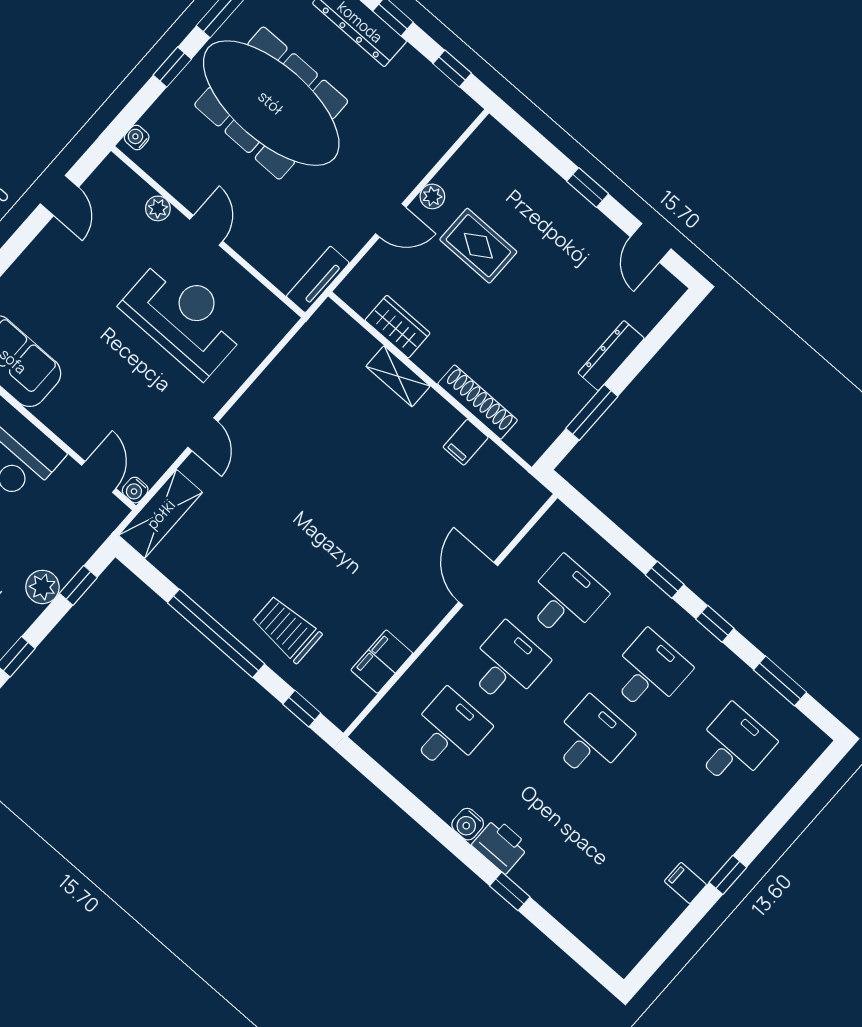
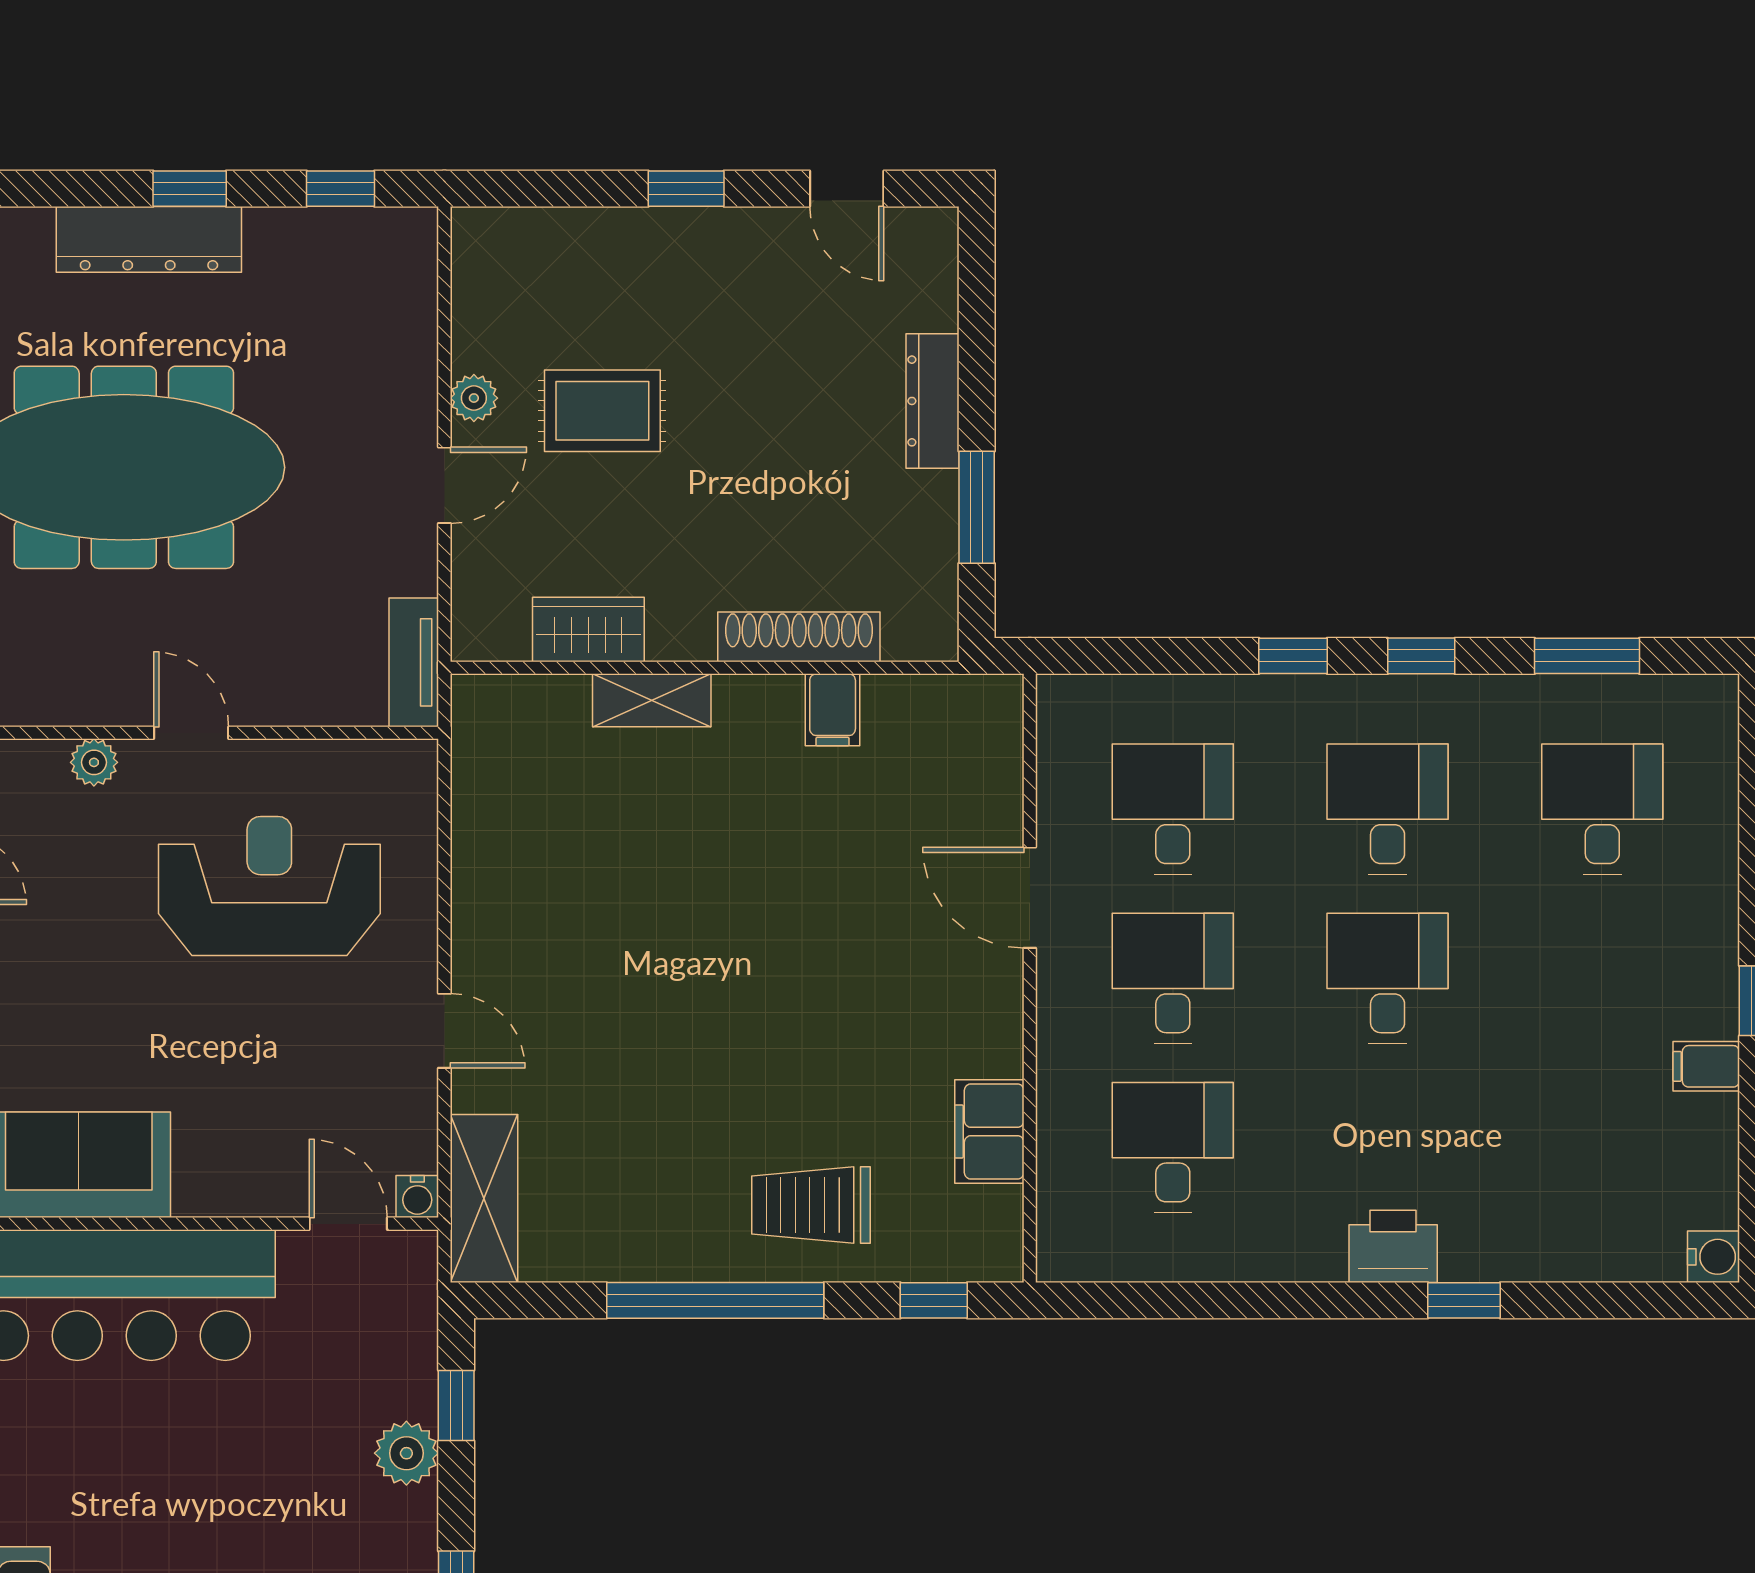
water cooler: (468, 824) -> (1713, 1257), moved, turned -90

